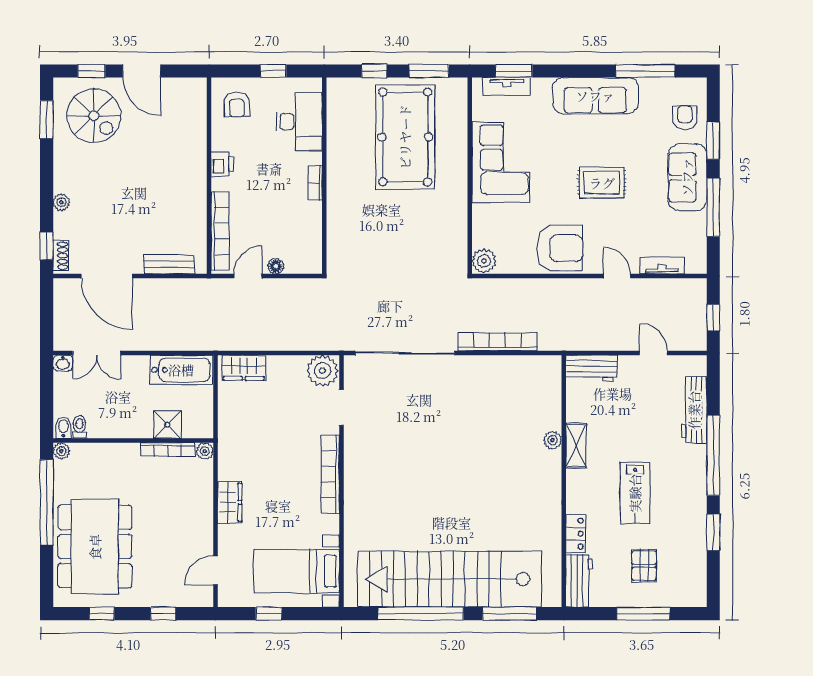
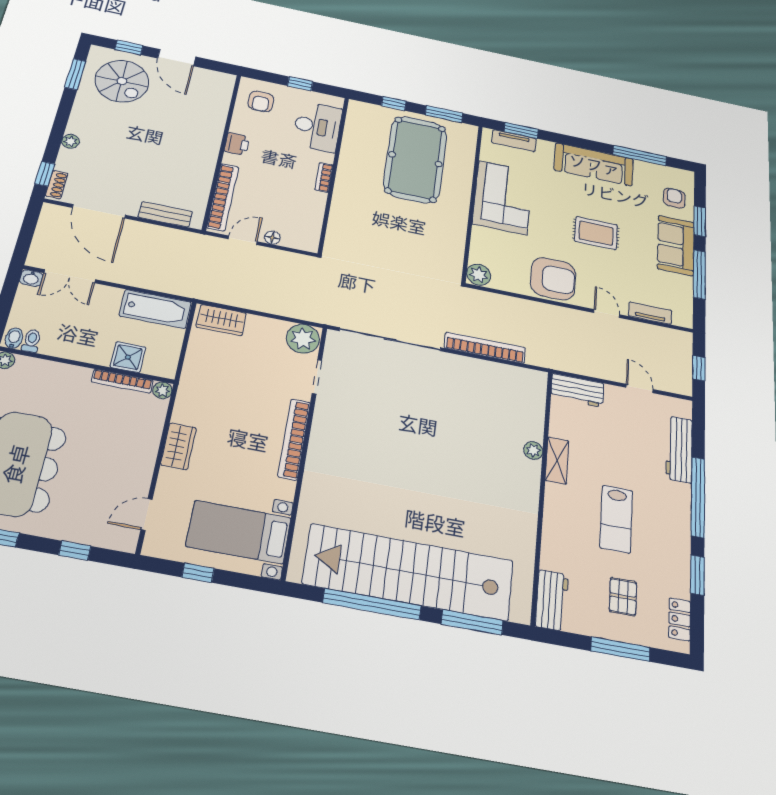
locker: (576, 534) -> (680, 619), moved, turned 180

